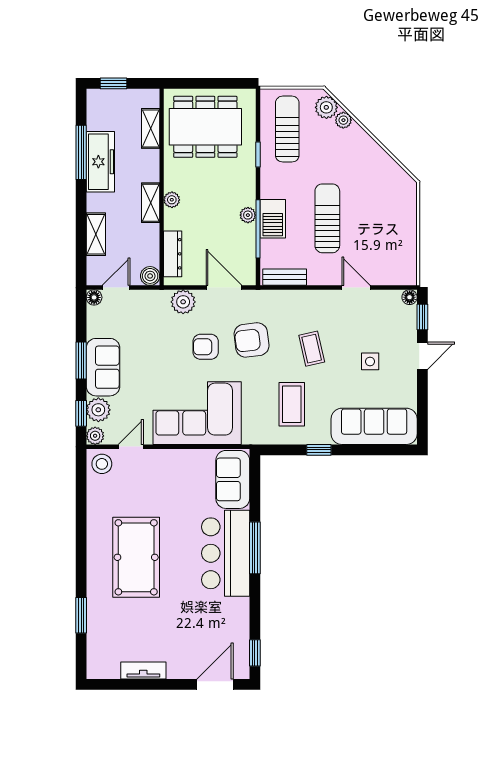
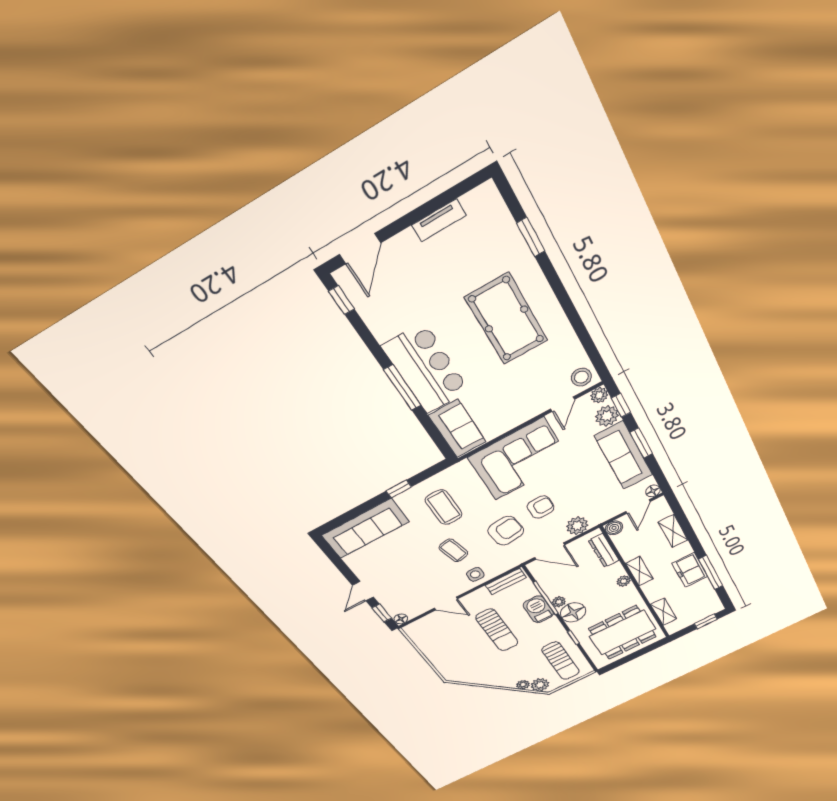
freezer: (100, 162) -> (690, 570), width x0.71
floor lamp: (241, 191) -> (573, 612), added
side table: (370, 361) -> (475, 574), moved
sofa: (103, 367) -> (624, 455), width x1.36

